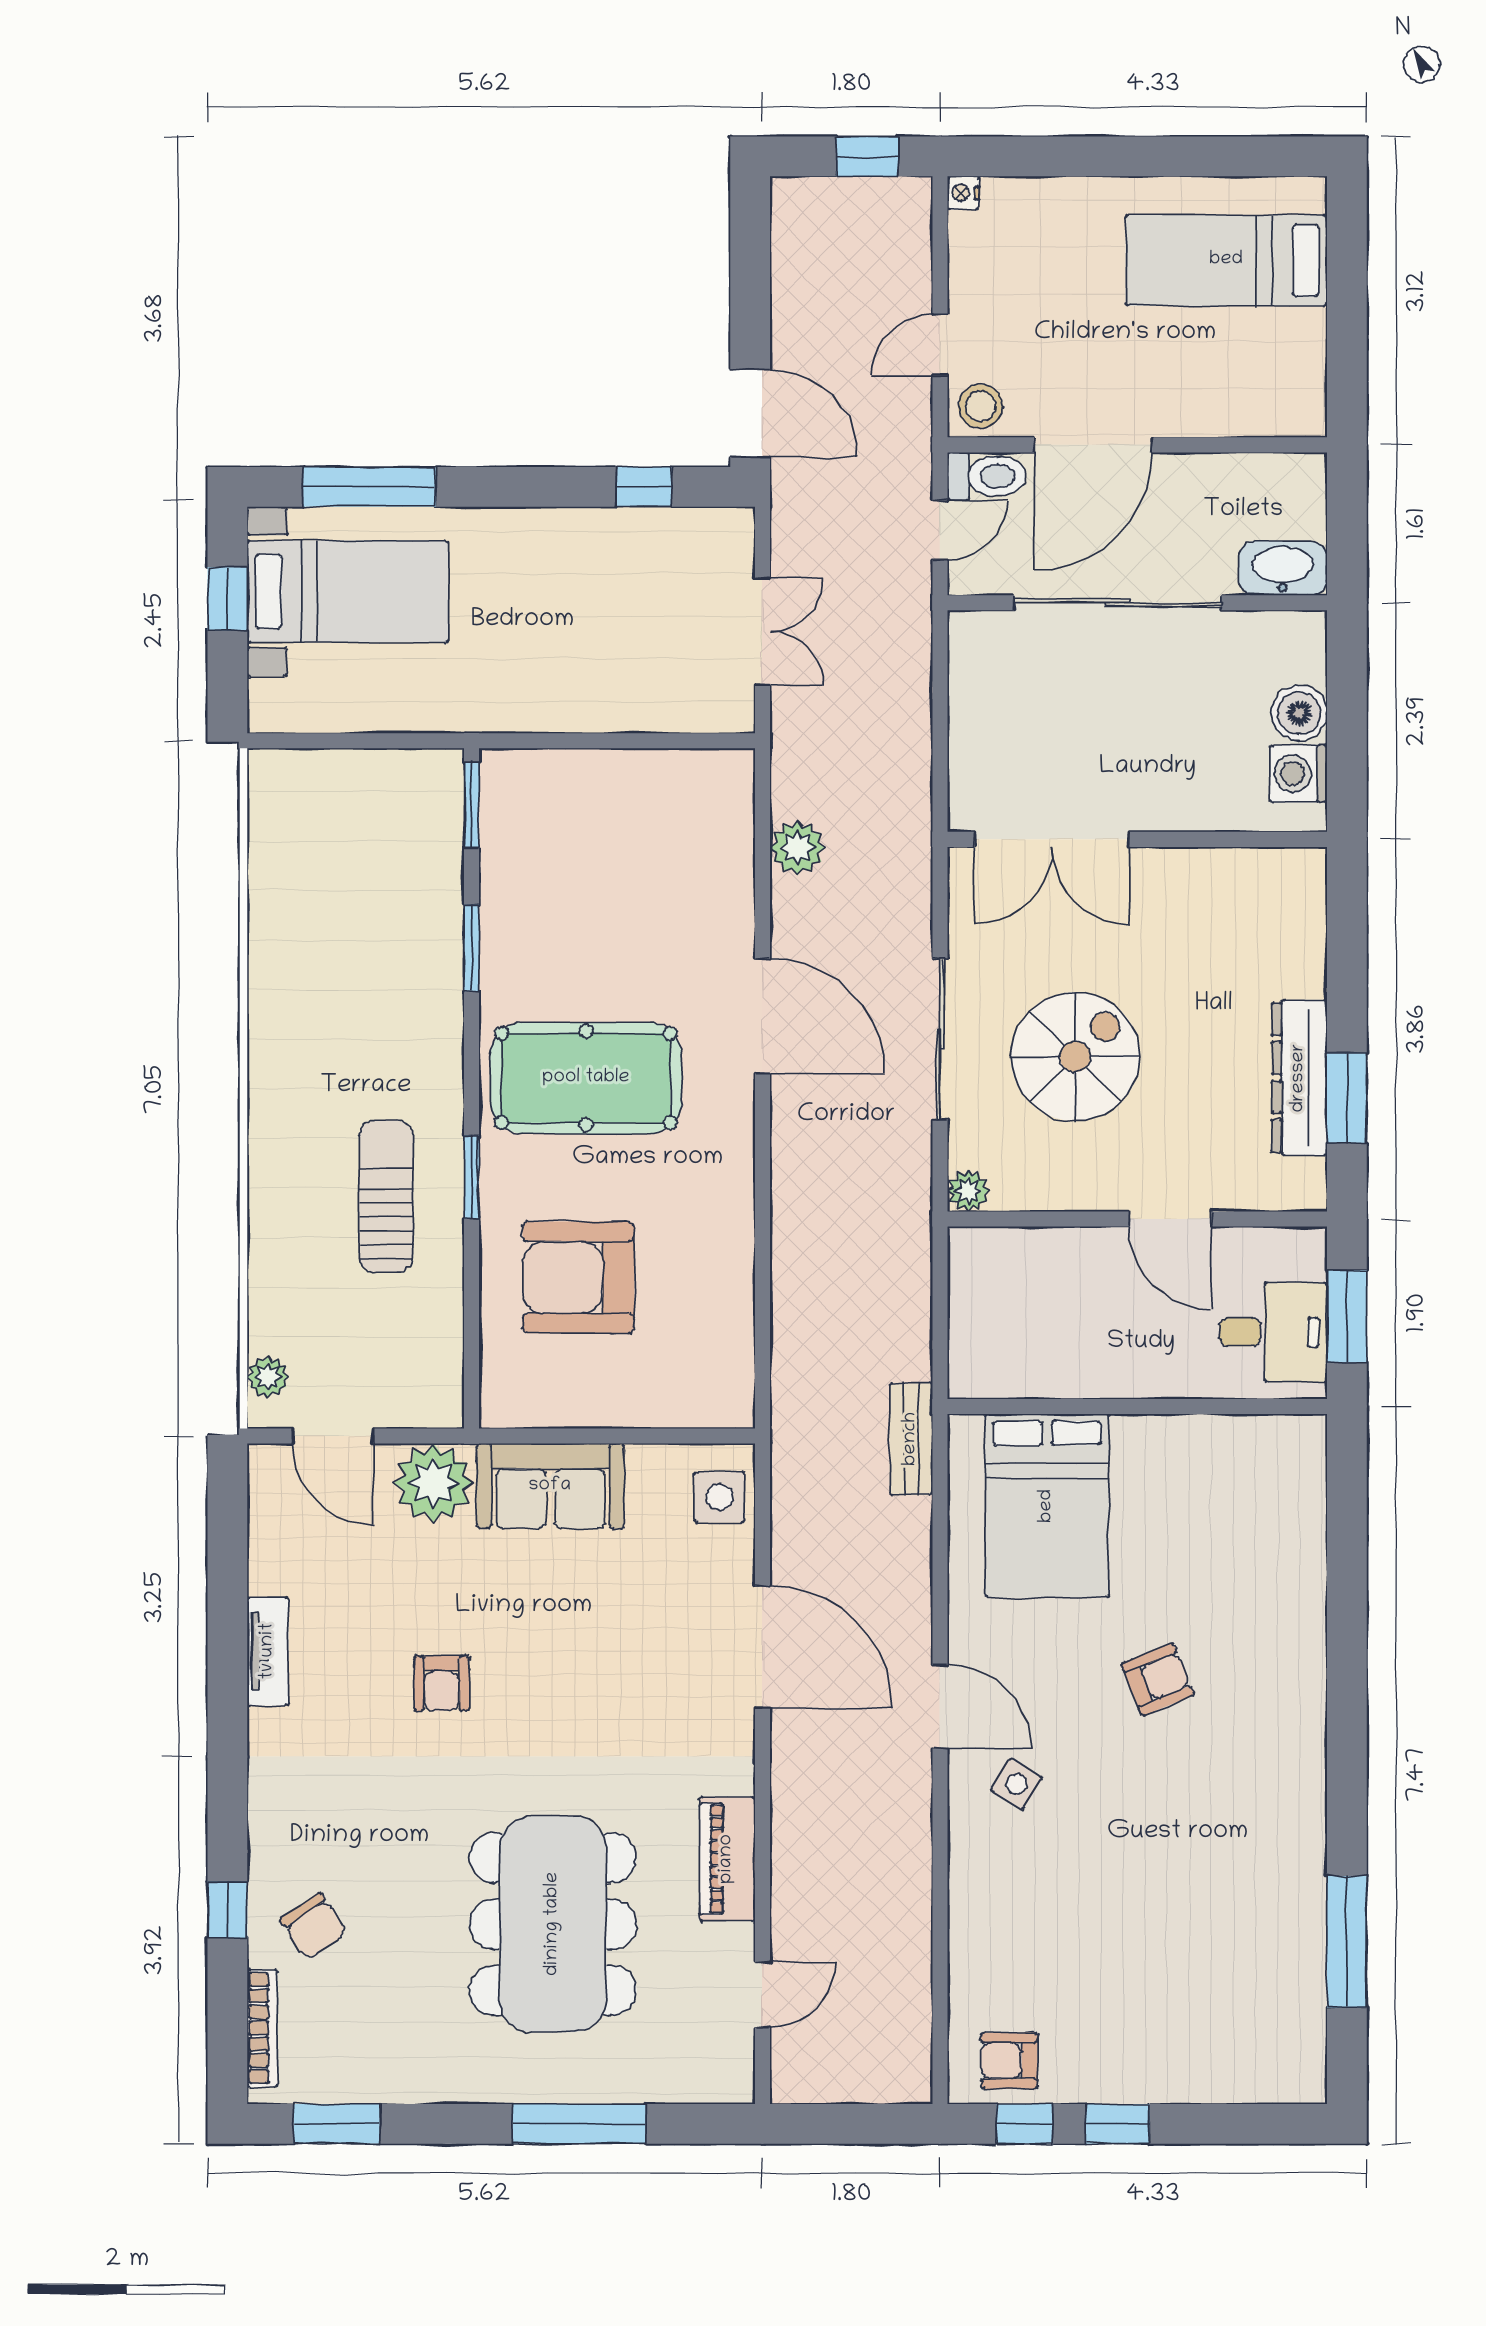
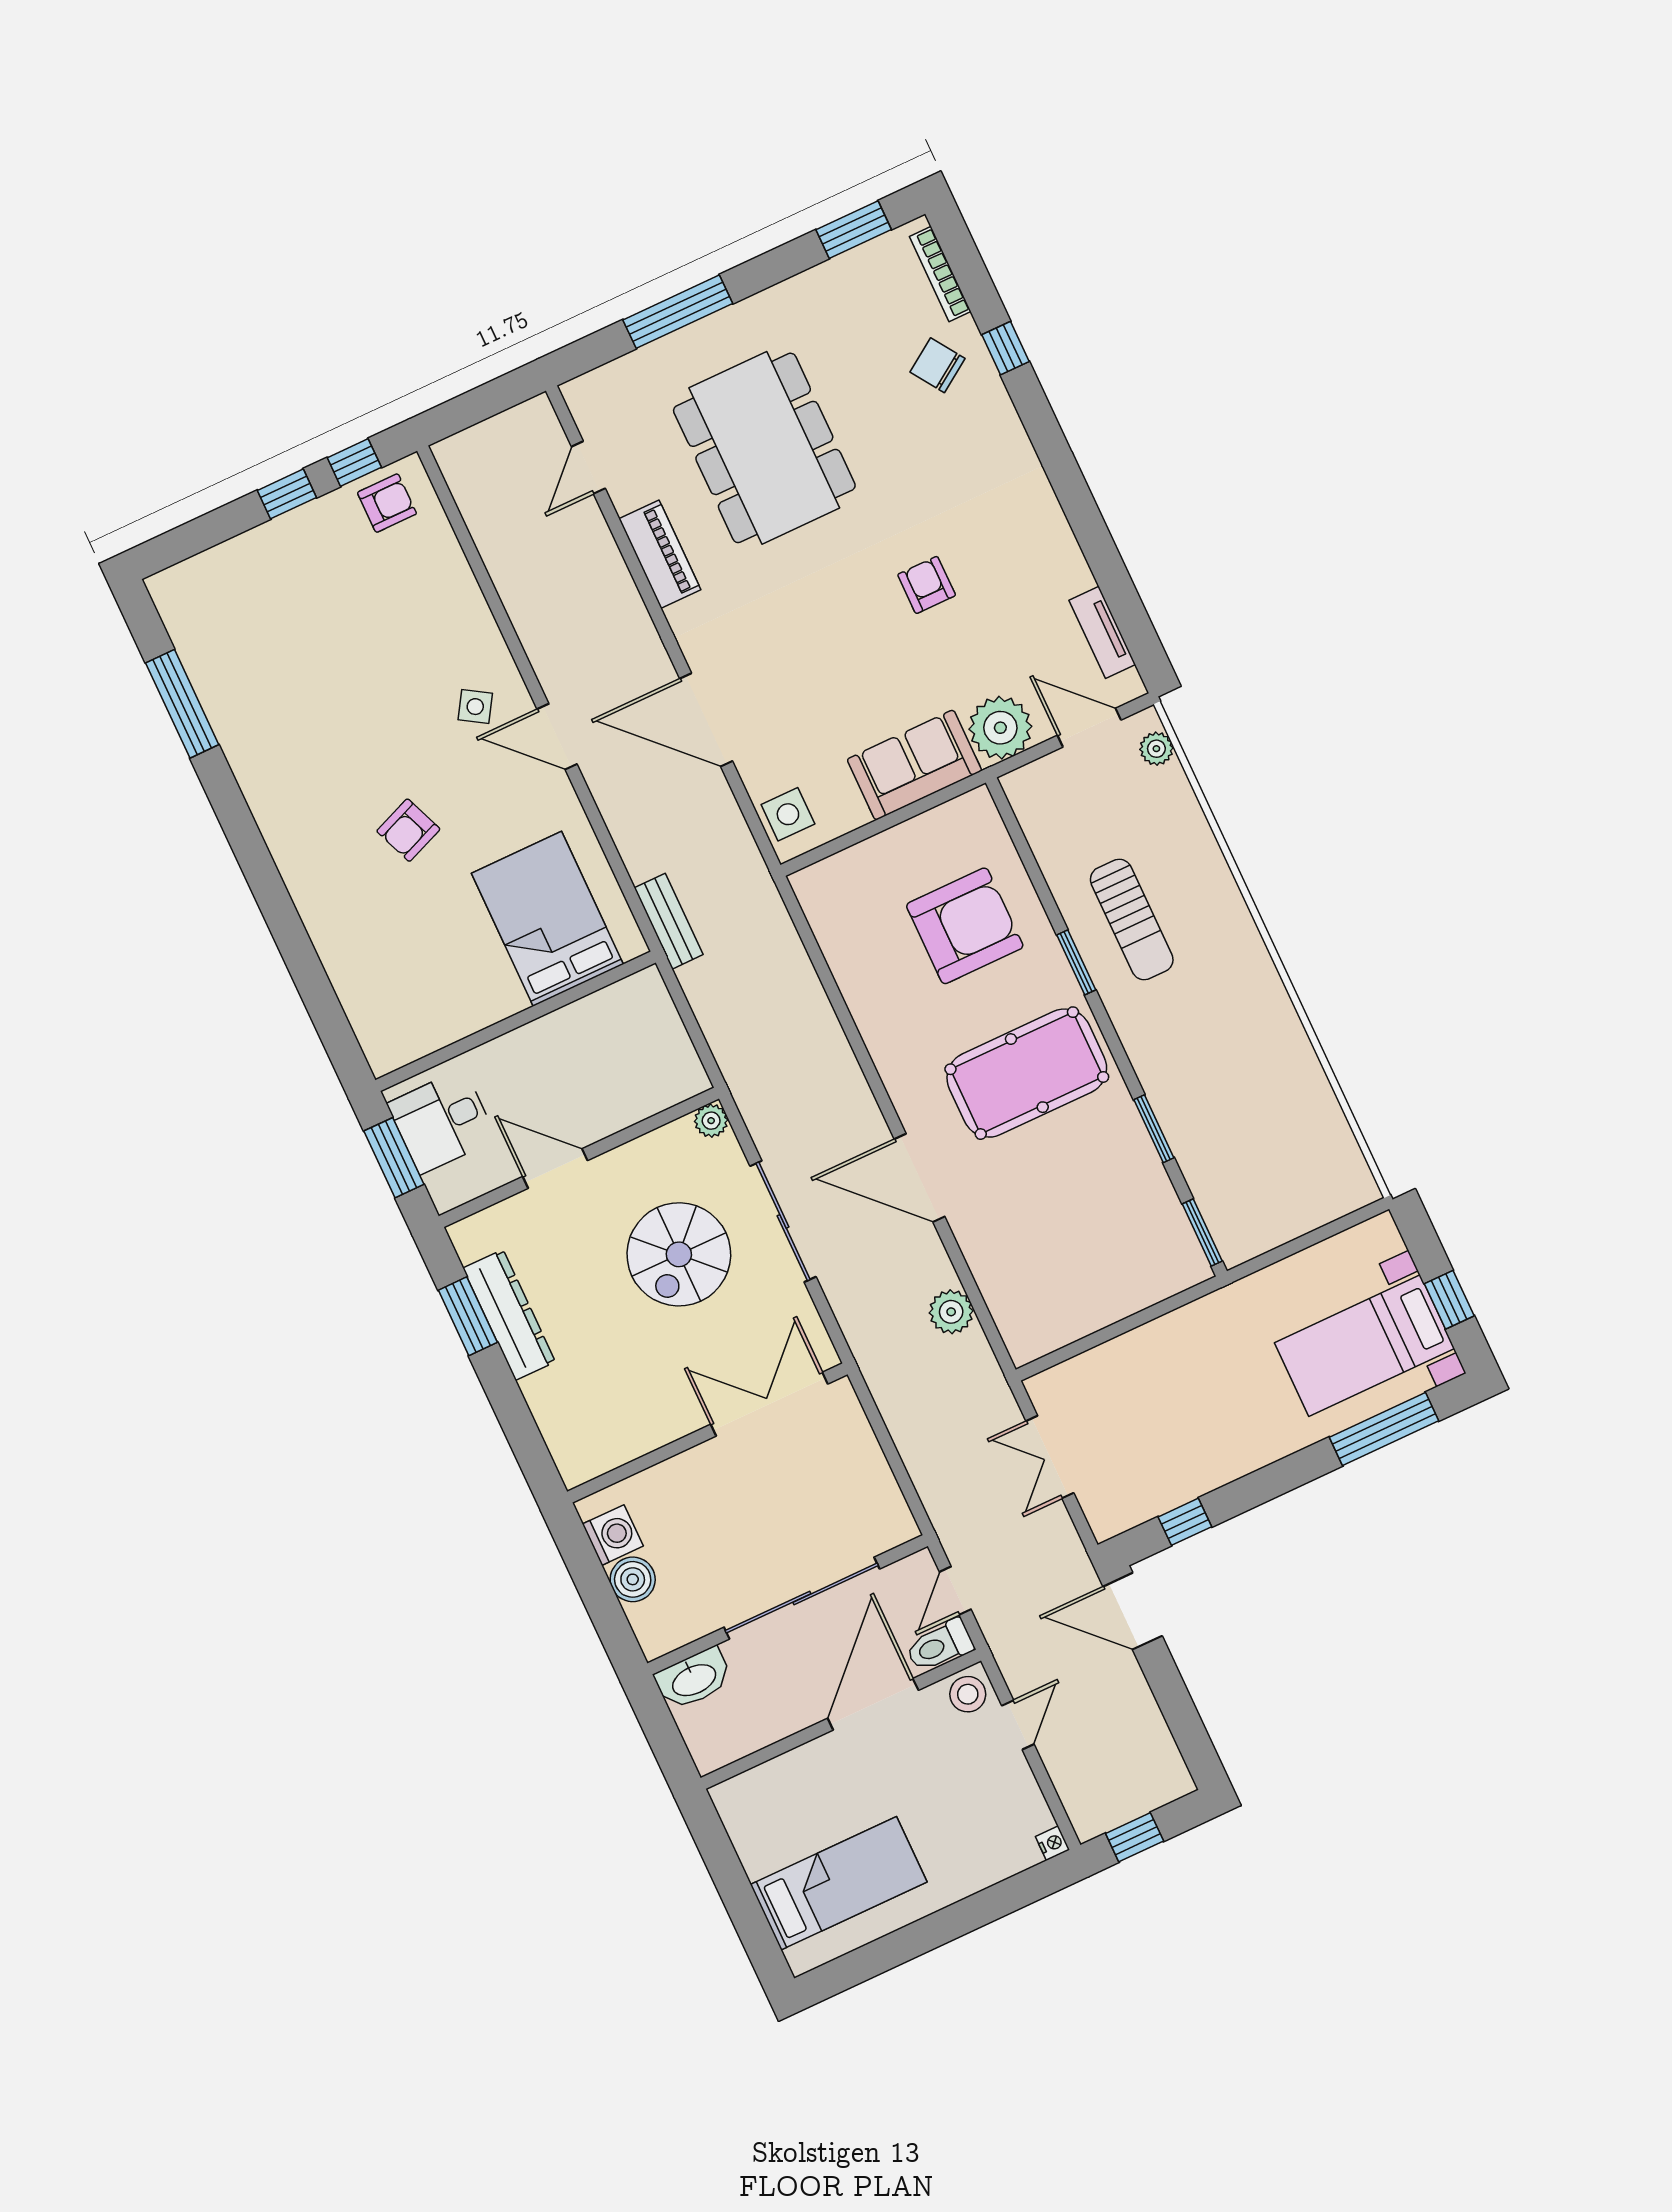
tv unit: (268, 1651) -> (1102, 632), moved

